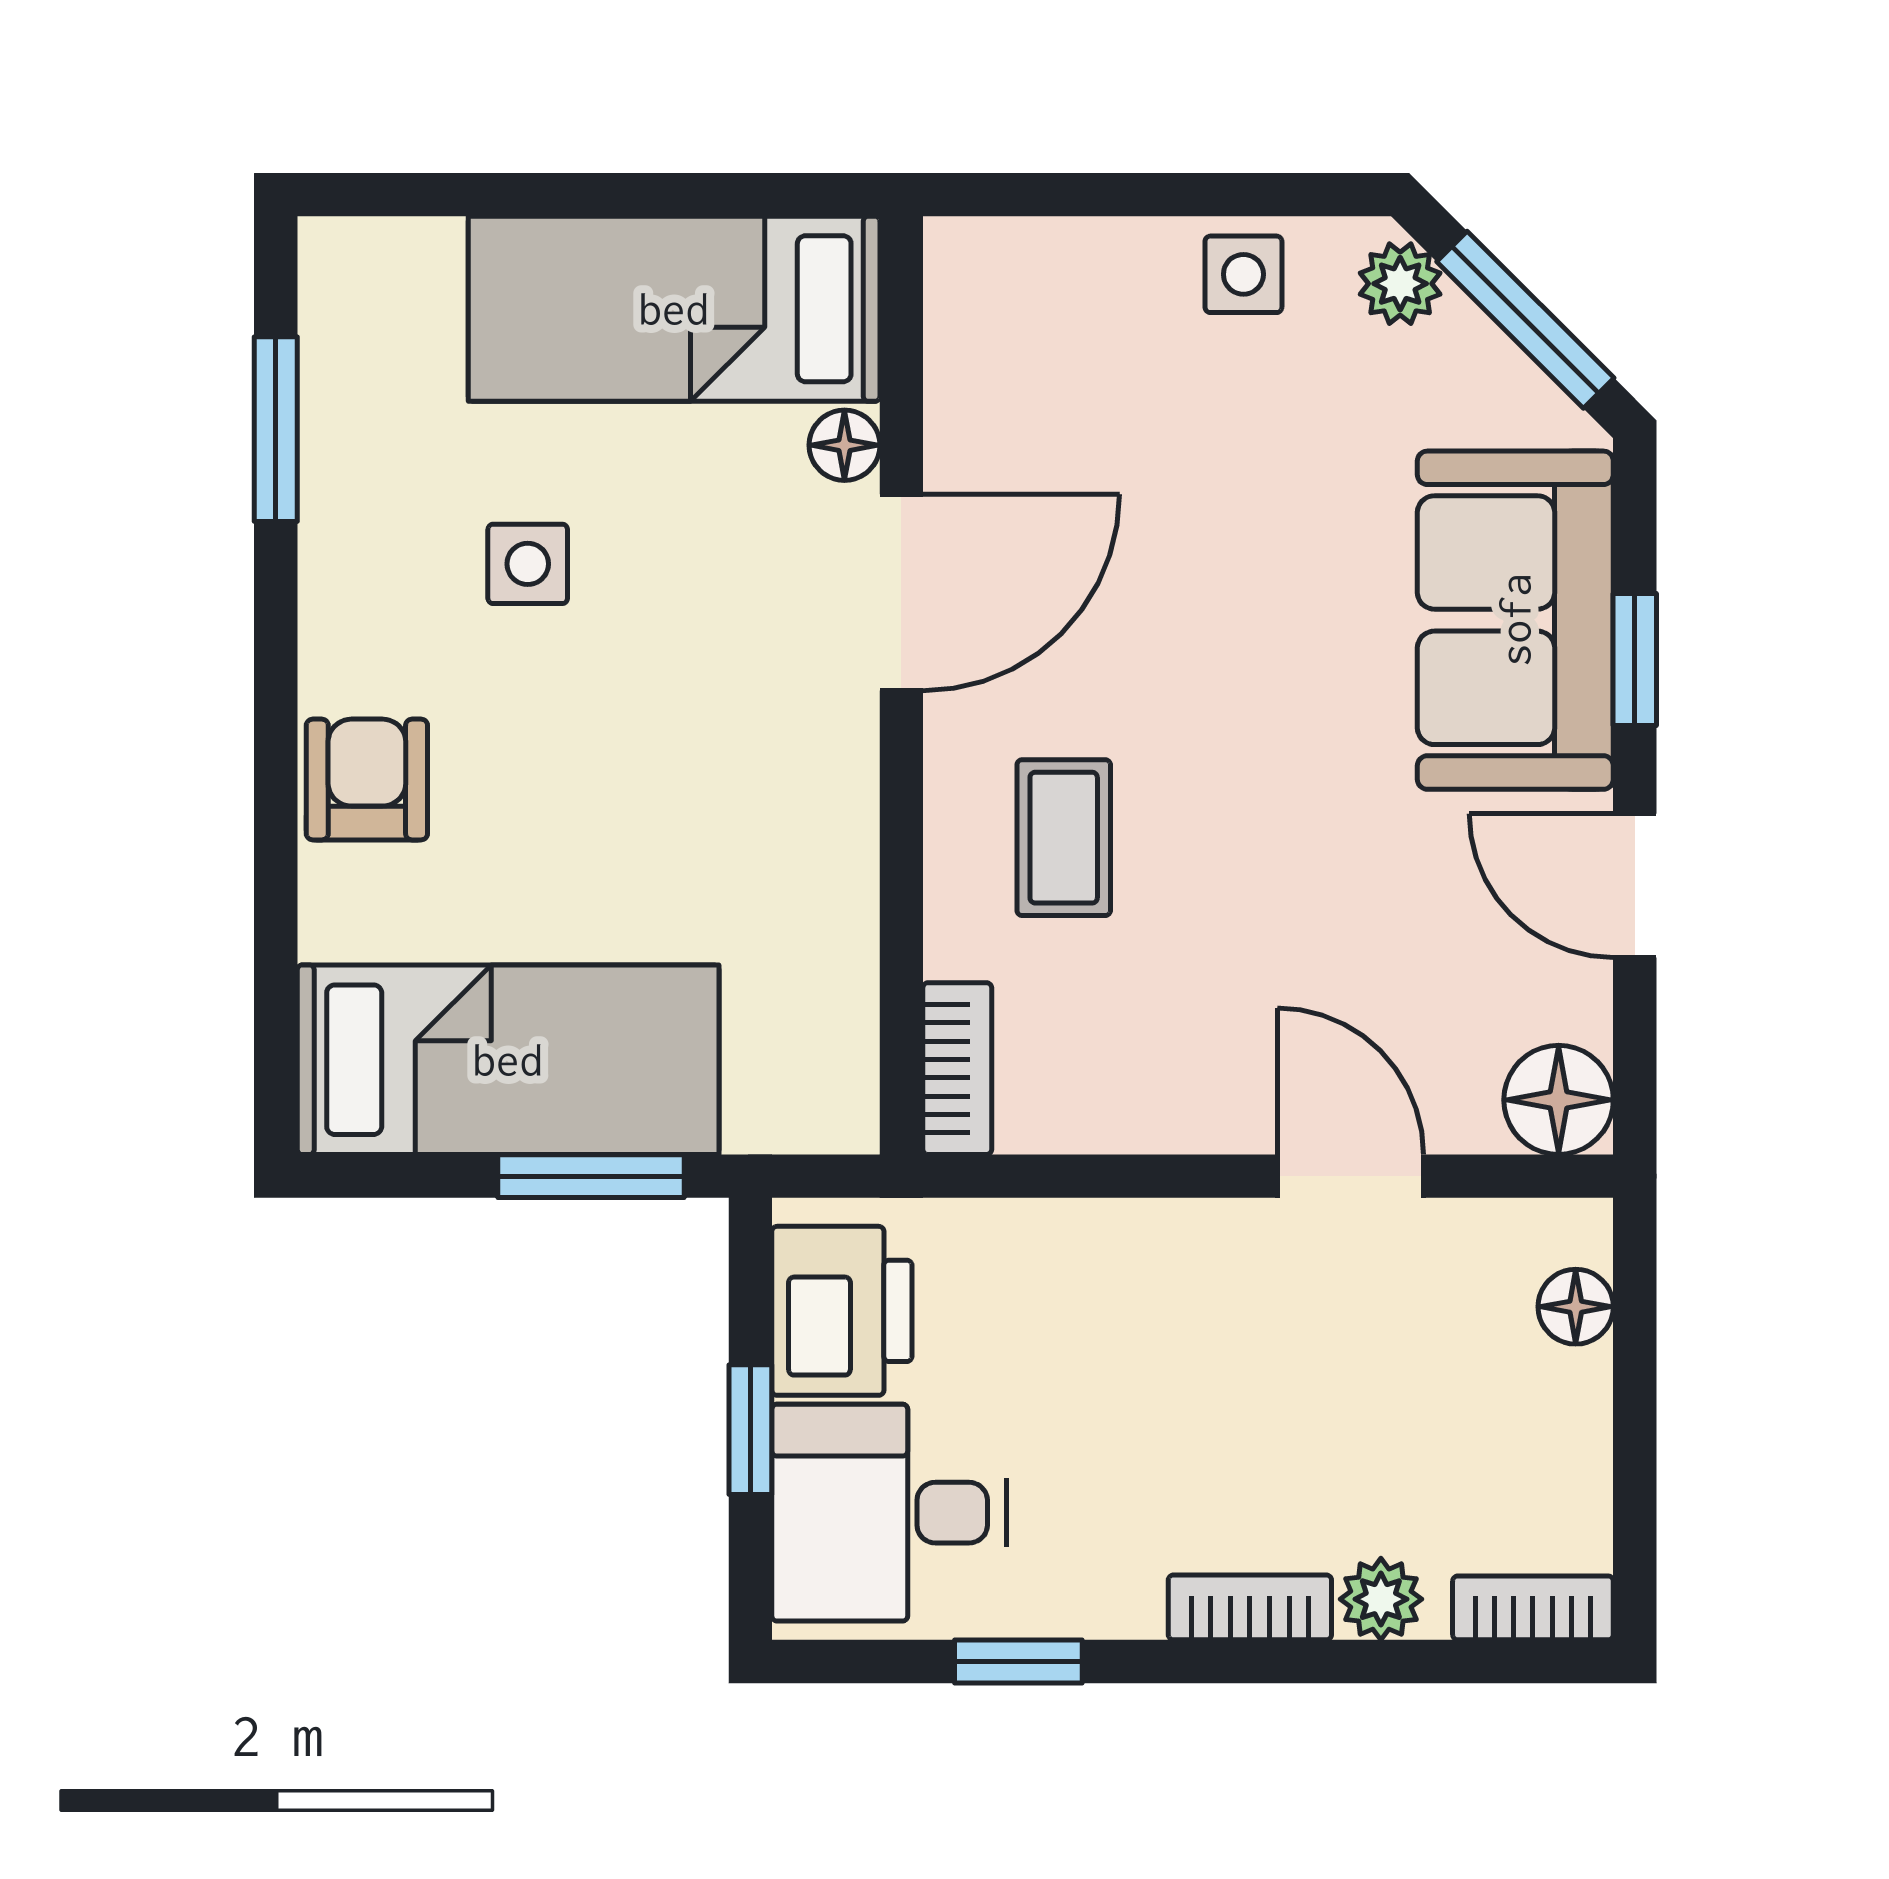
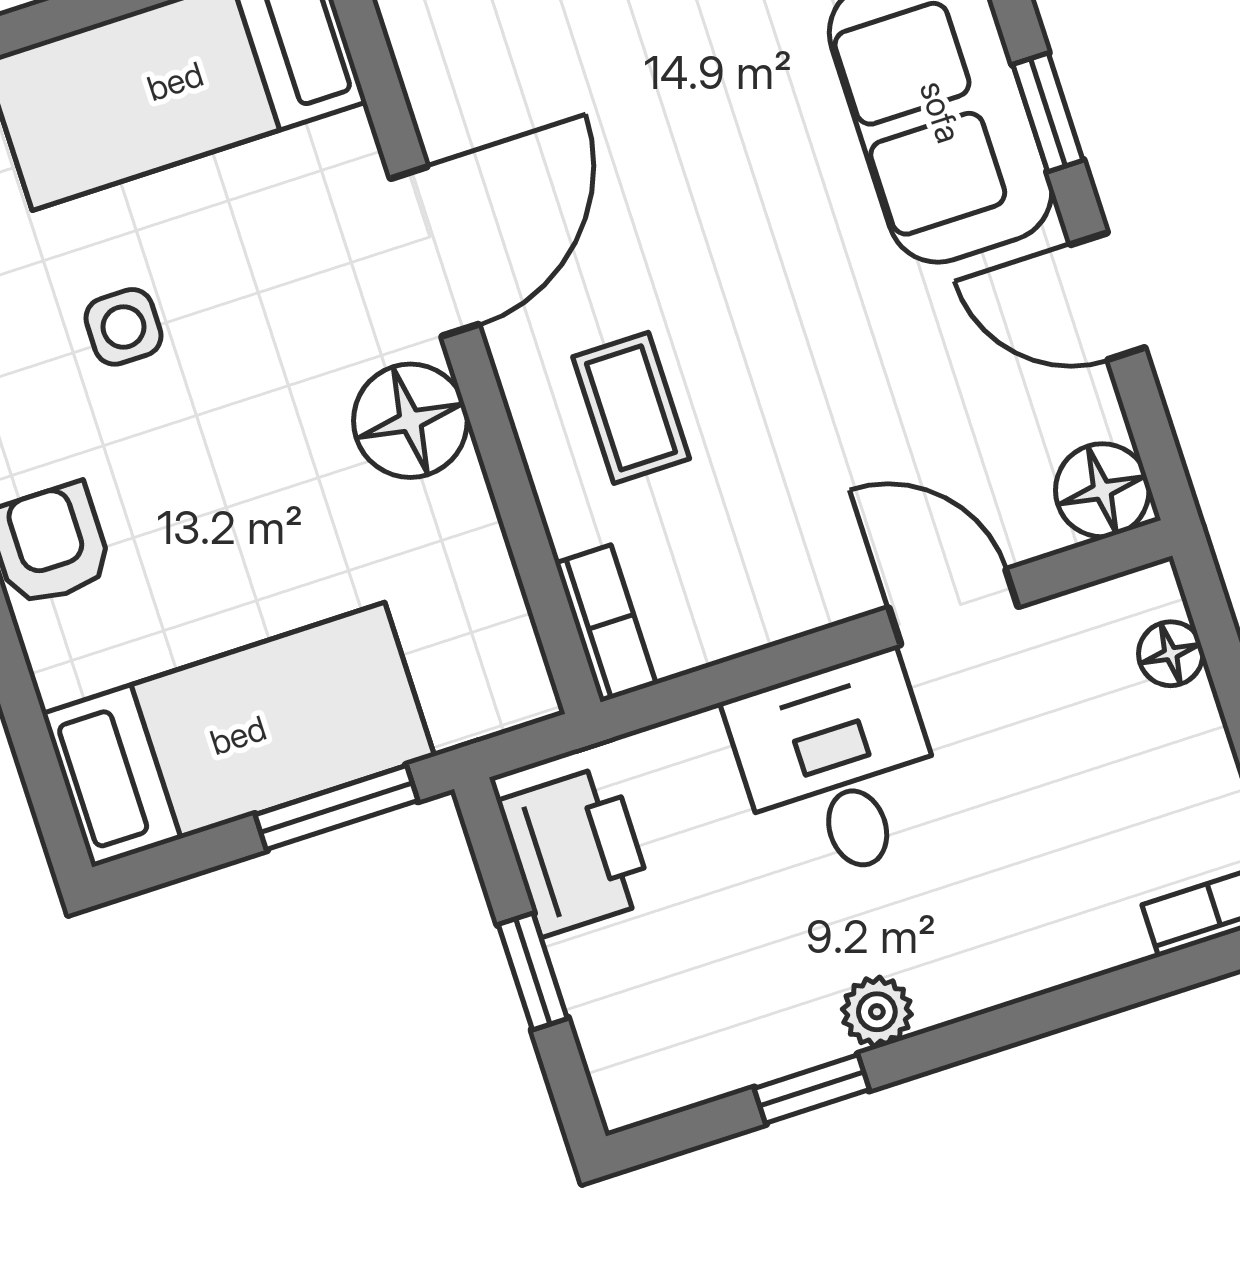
floor lamp: (844, 445) -> (410, 421), moved, width x1.89, depth x1.89
desk: (889, 1513) -> (839, 769), moved, turned 90
plant: (1381, 1599) -> (877, 1012), moved
bookcase: (1250, 1607) -> (985, 984), removed

